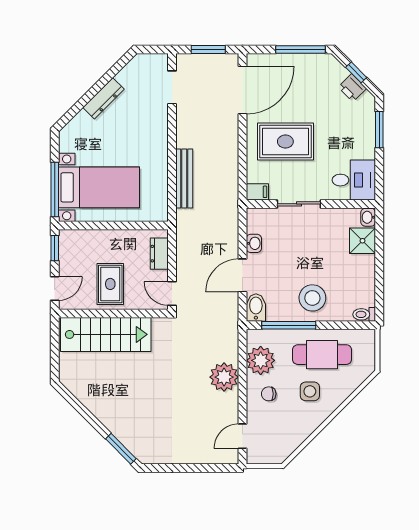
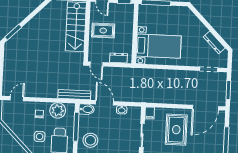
door: (242, 90) -> (205, 108), hinge flipped
dresser: (104, 98) -> (214, 42), moved
bench: (184, 178) -> (74, 95), moved
bed with nightstands: (99, 187) -> (159, 46), moved, turned -90
door: (172, 294) -> (96, 64), swing flipped
plant: (224, 377) -> (50, 90), removed
door: (242, 436) -> (17, 99), hinge flipped

